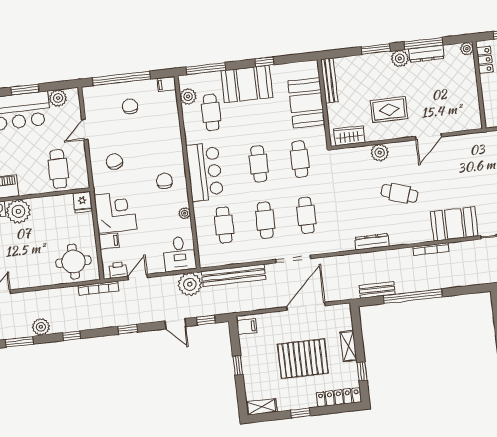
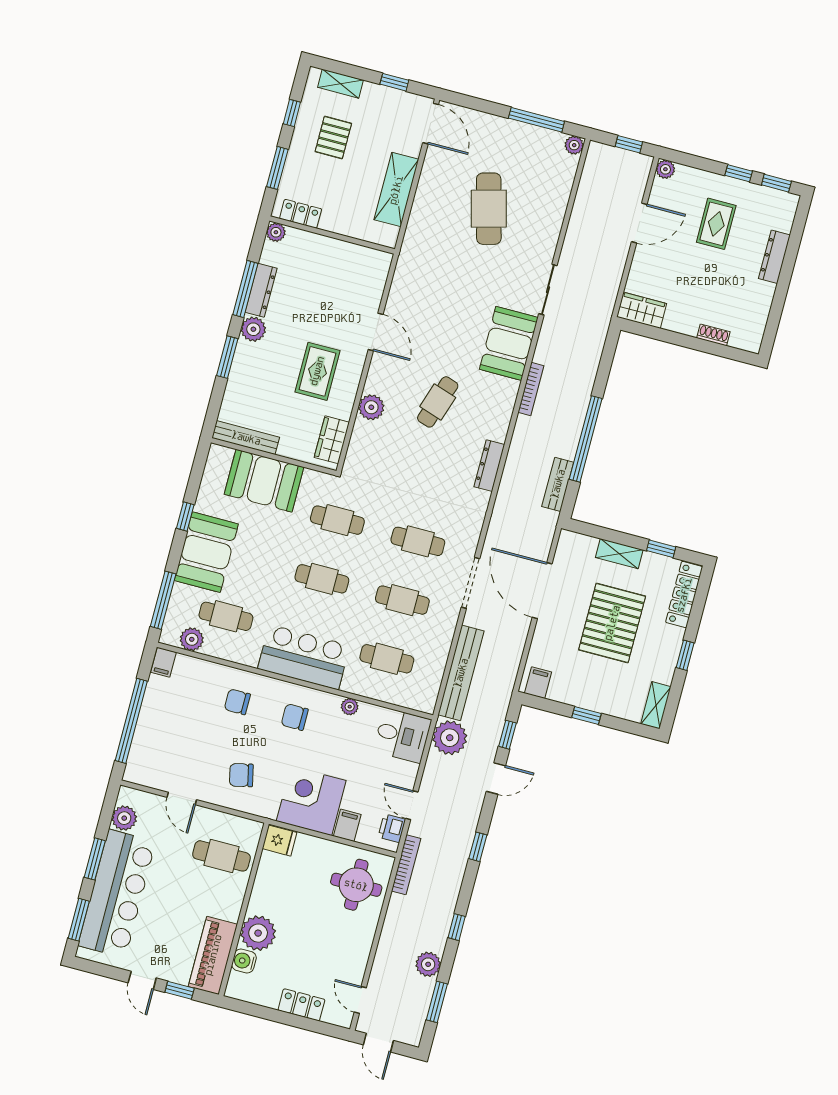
chair: (130, 107) -> (237, 702), moved

